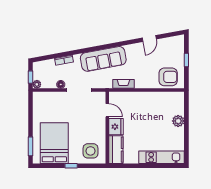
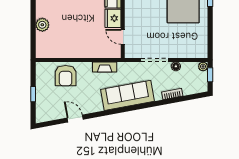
door: (149, 39) -> (75, 119), hinge flipped
armchair: (168, 77) -> (66, 76), moved, turned -90

